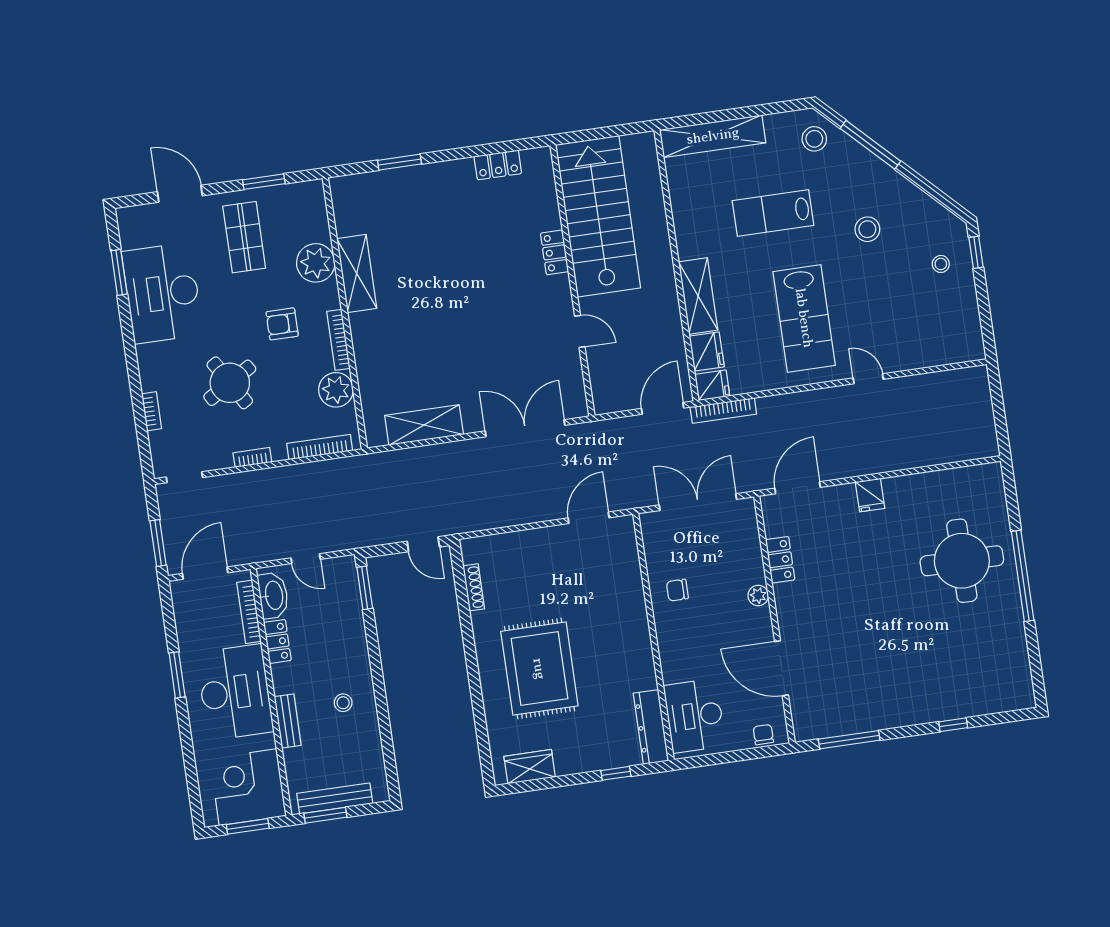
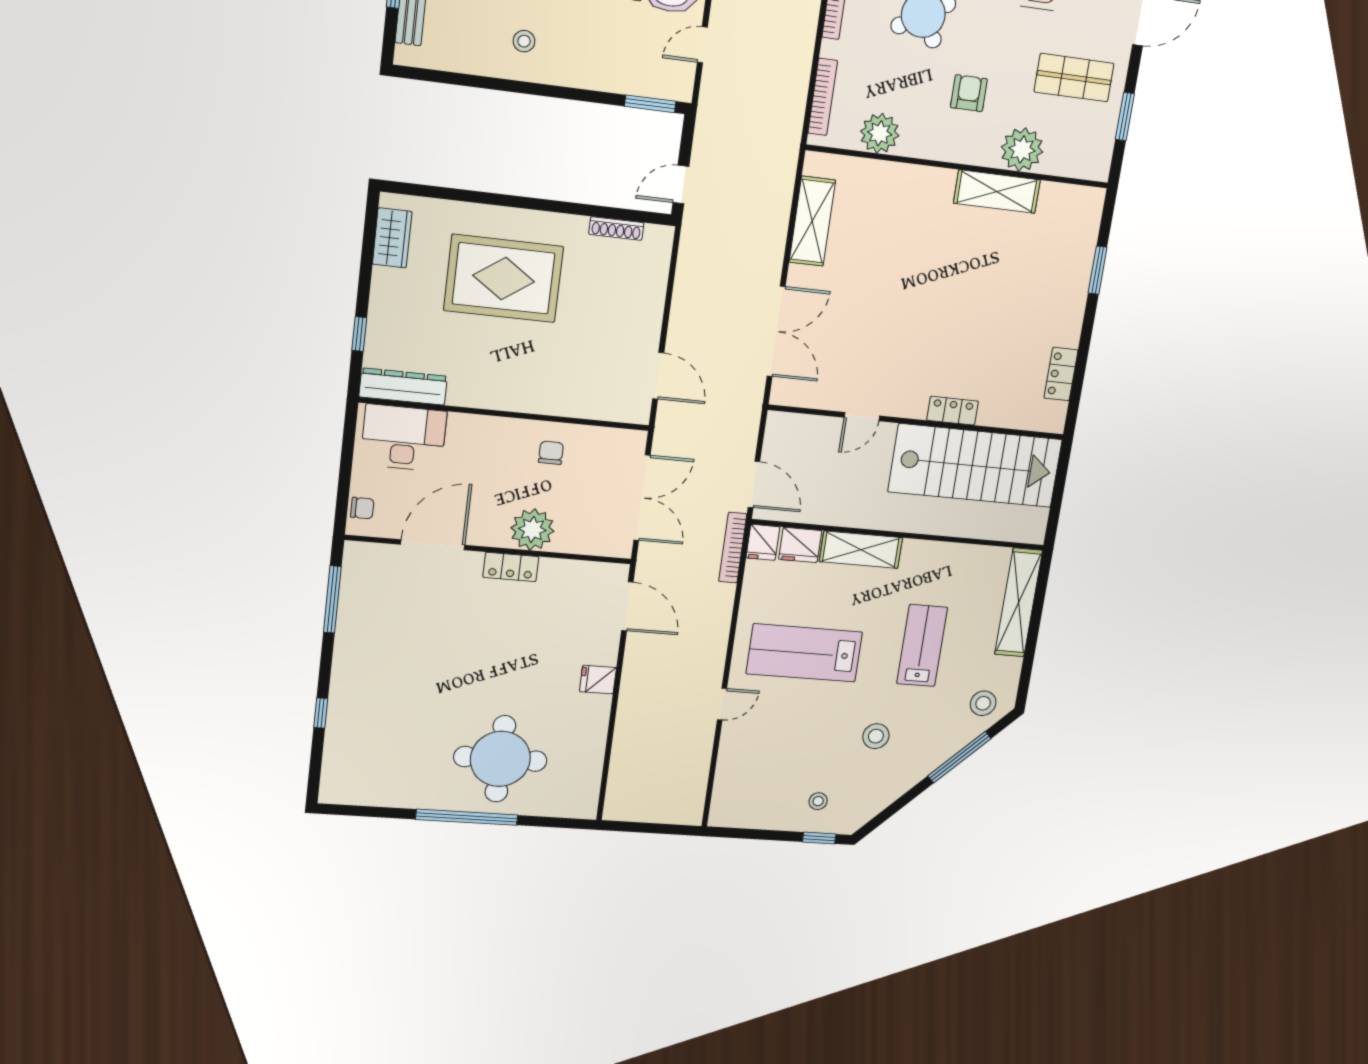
bookcase: (339, 340) -> (933, 151), removed
locker: (780, 560) -> (511, 567), moved
plant: (758, 596) -> (532, 529), width x1.88, depth x1.88

